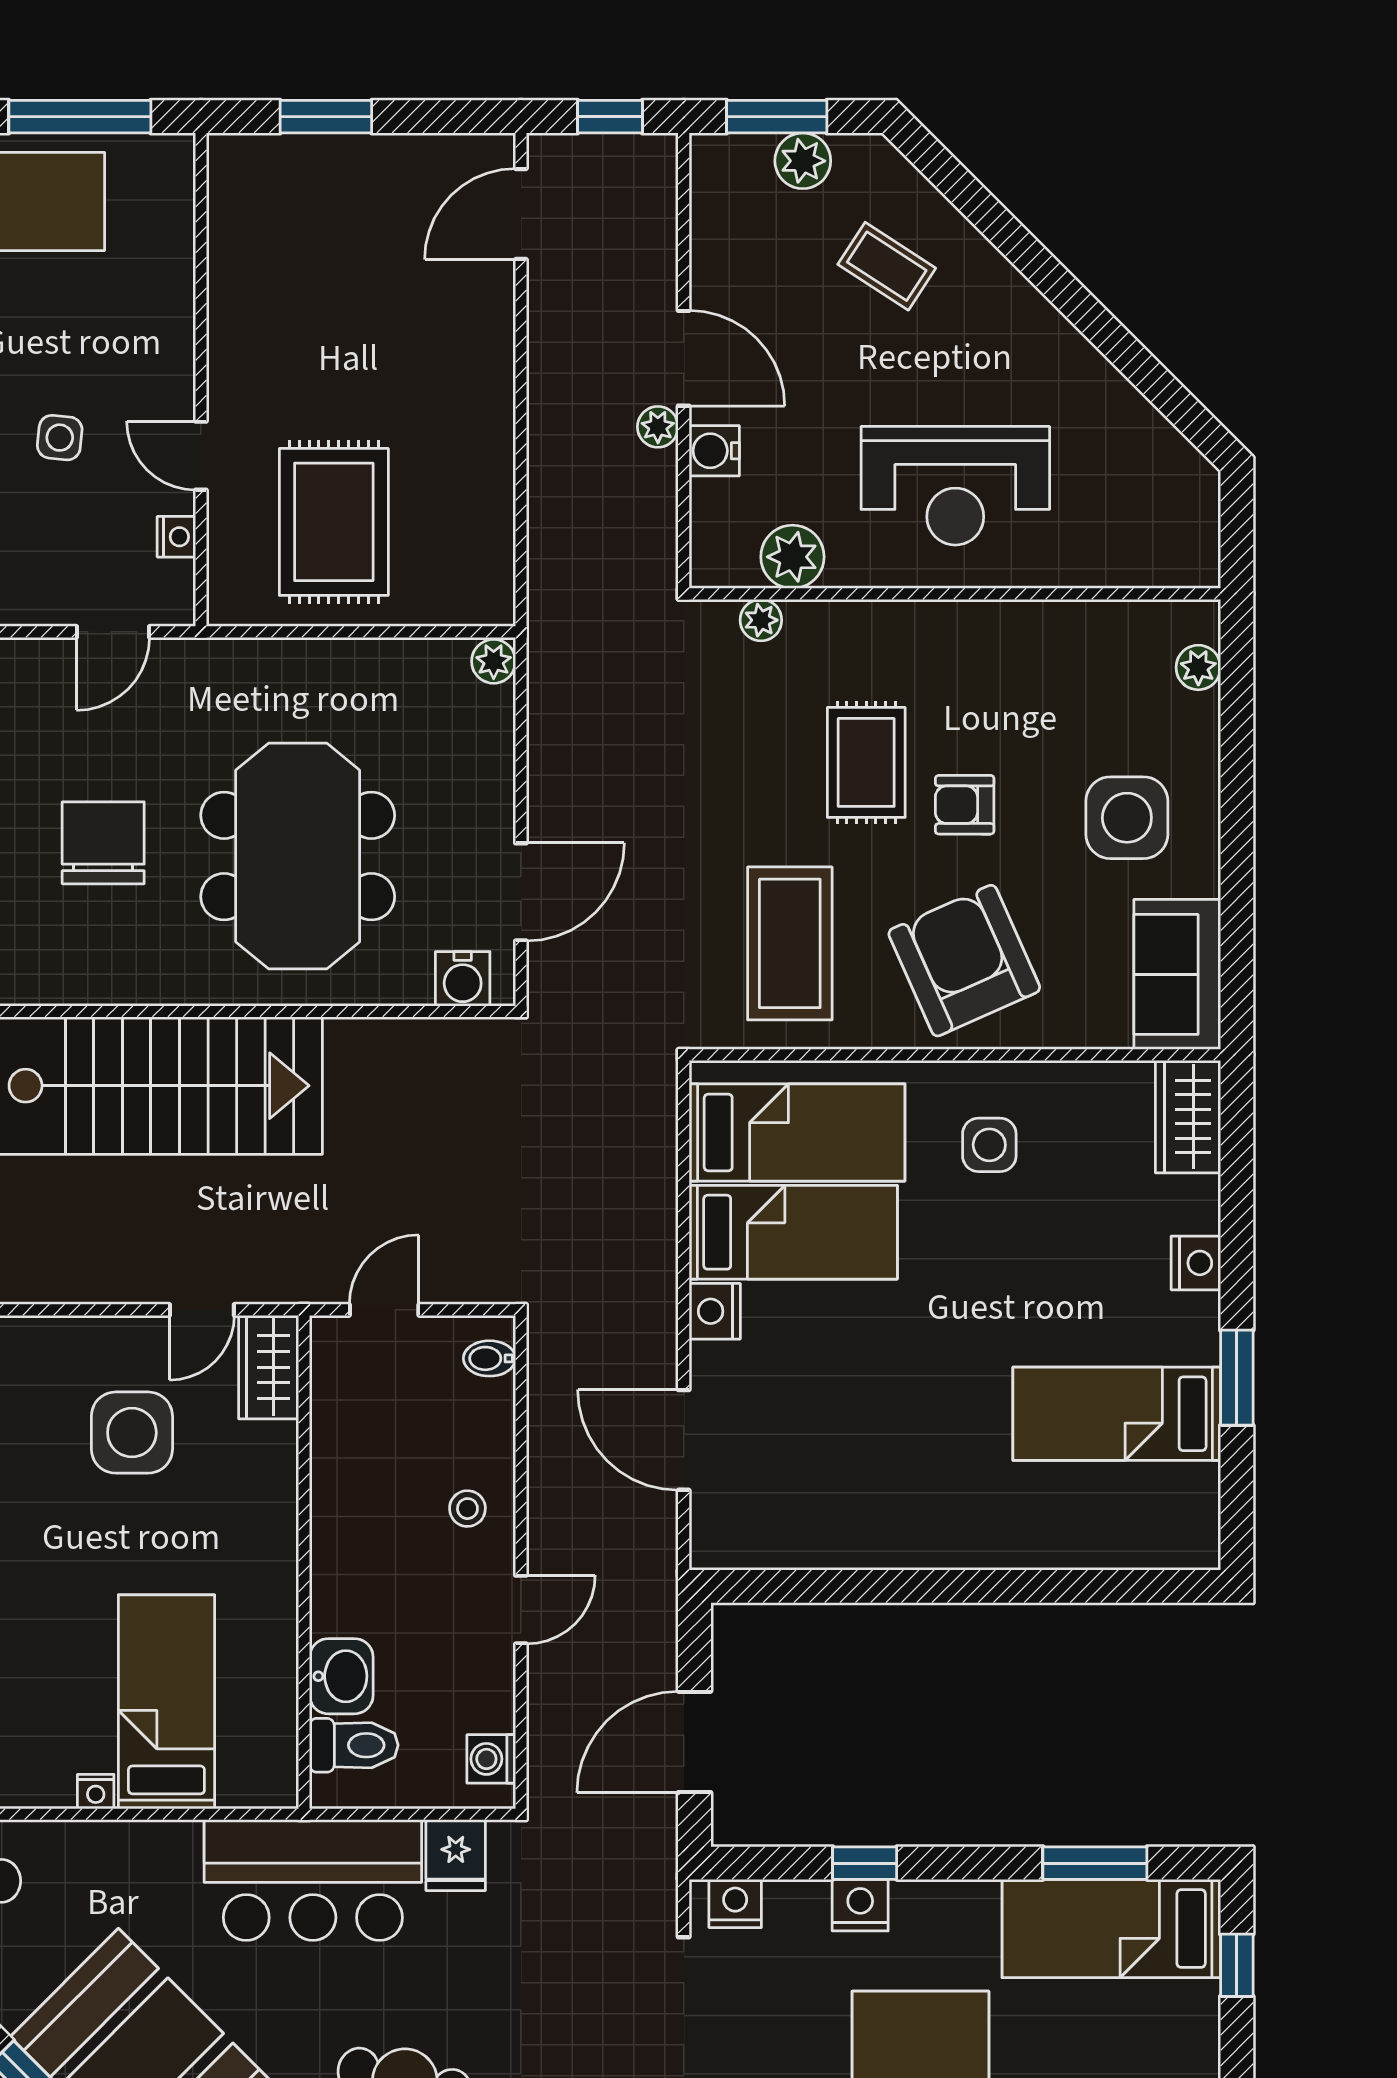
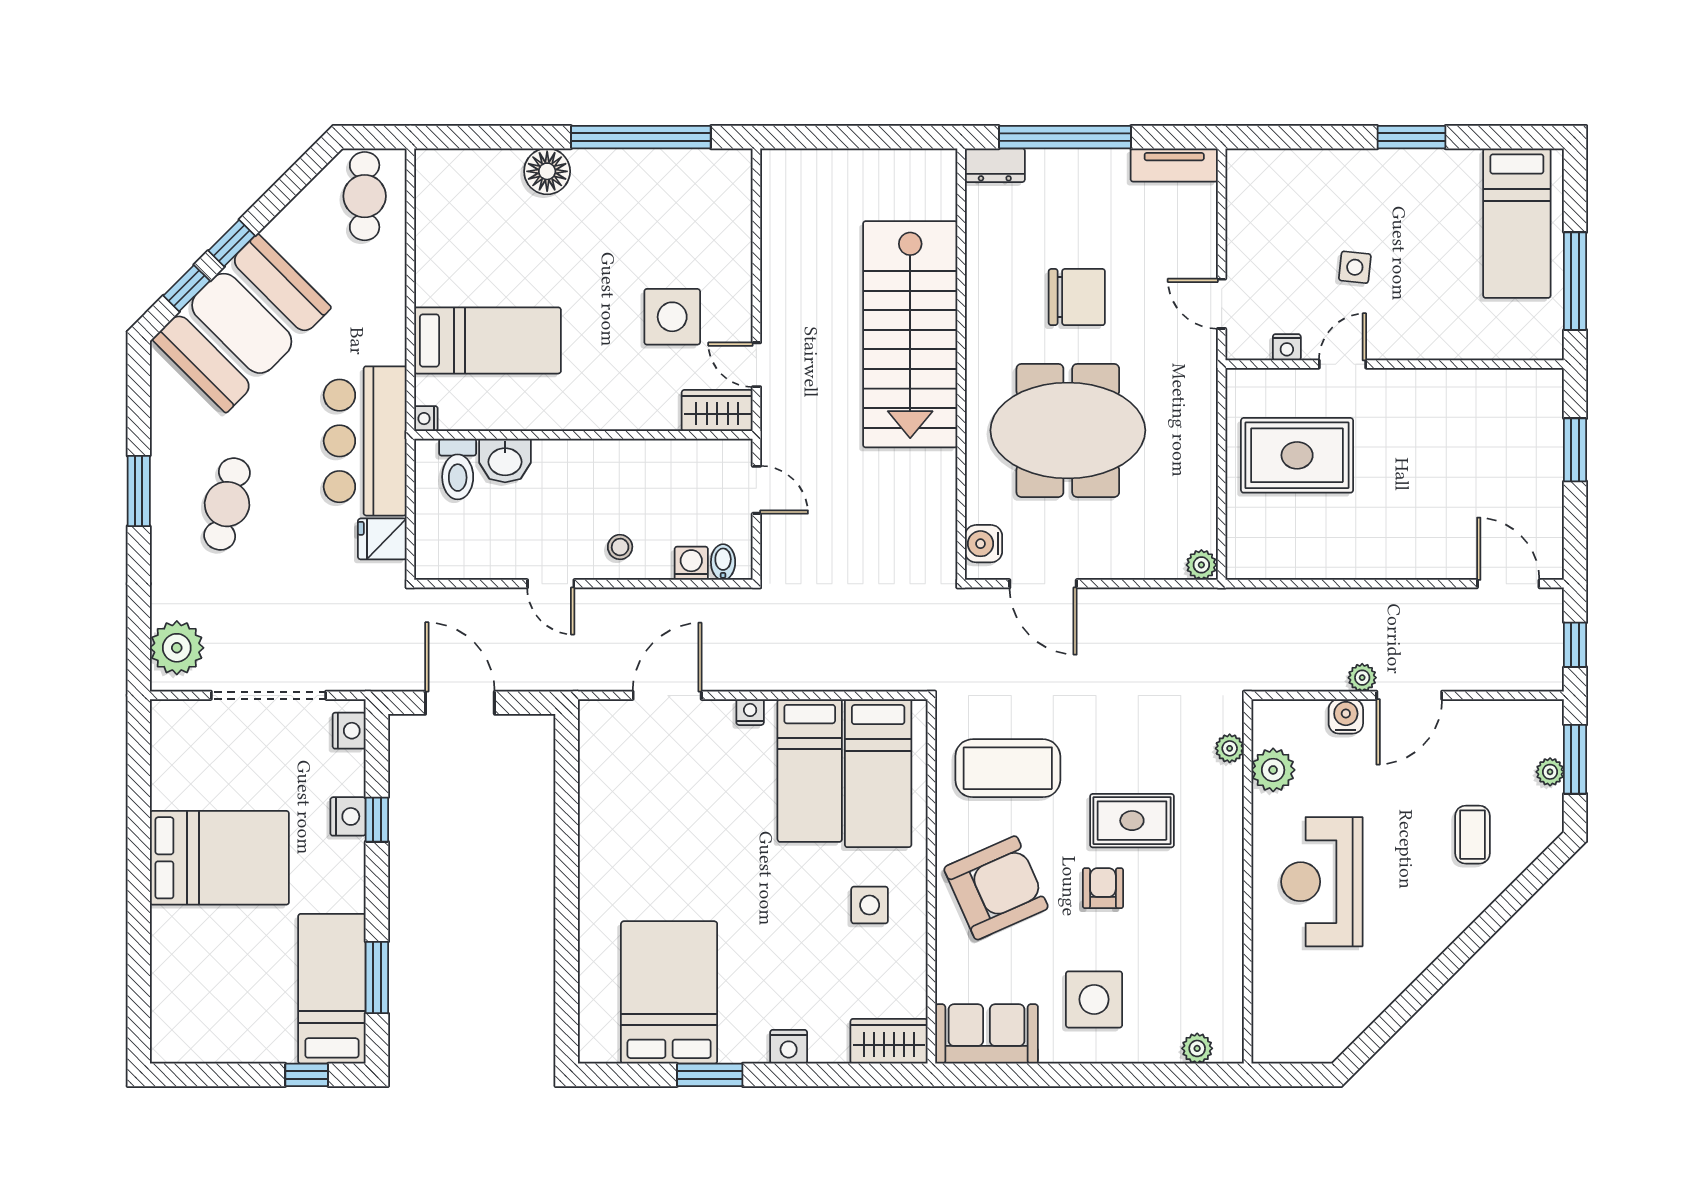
plant: (803, 161) -> (1550, 772), width x0.73, depth x0.73
coffee table: (887, 266) -> (1472, 835), turned -33
nightstand: (715, 1311) -> (750, 712), width x0.72, depth x0.74
bed: (1117, 1414) -> (669, 992), width x1.50
washing machine: (491, 1759) -> (691, 563), moved
nightstand: (96, 1792) -> (426, 419), moved

